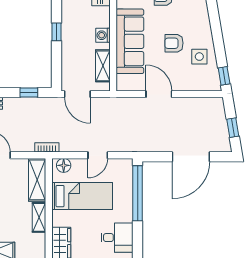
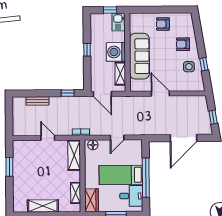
washing machine: (103, 35) -> (116, 52), width x1.89, depth x1.89
armchair: (174, 43) -> (183, 44), moved
window: (224, 76) -> (204, 64), moved
window: (138, 193) -> (146, 178), moved
bed: (82, 196) -> (121, 175), moved, turned 180
shelving: (39, 217) -> (76, 193), moved

